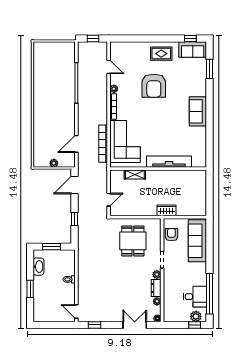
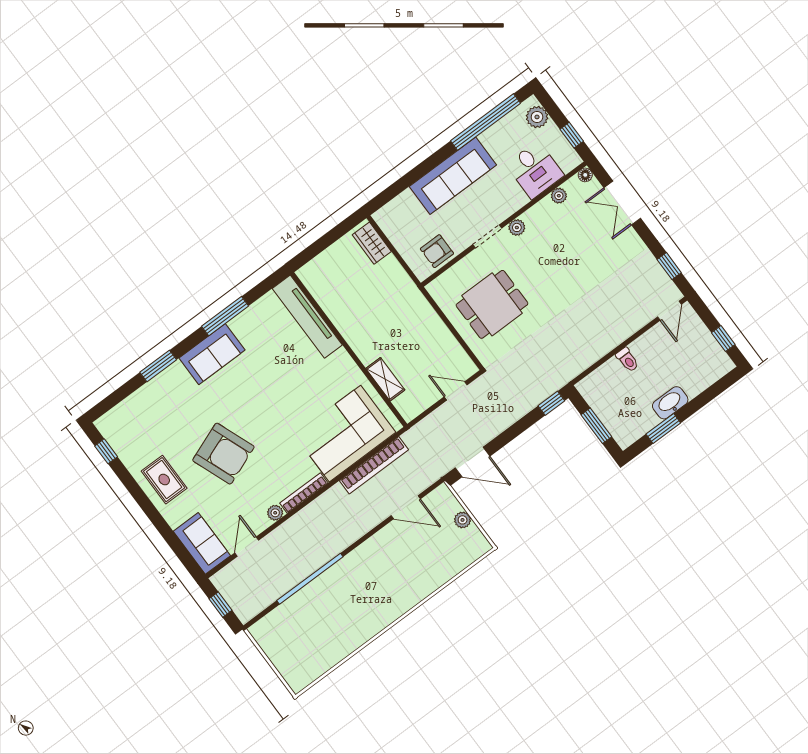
sofa: (193, 49) -> (202, 543), moved
window: (209, 69) -> (158, 366), moved
armchair: (154, 86) -> (223, 454), turned 69
window: (209, 128) -> (225, 316), added
tv unit: (169, 162) -> (307, 317), moved
wardrobe: (167, 210) -> (372, 243), moved
window: (74, 219) -> (551, 403), moved
sofa: (197, 241) -> (453, 176), moved
washbasin: (38, 267) -> (670, 403), moved
dresser: (156, 288) -> (539, 213), removed
window: (30, 289) -> (663, 429), moved
desk: (195, 297) -> (535, 170), moved, turned 180
window: (49, 325) -> (723, 339), added
window: (195, 325) -> (572, 135), moved

